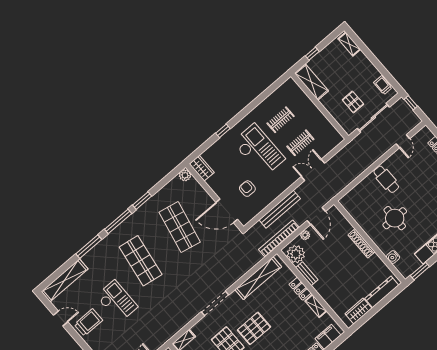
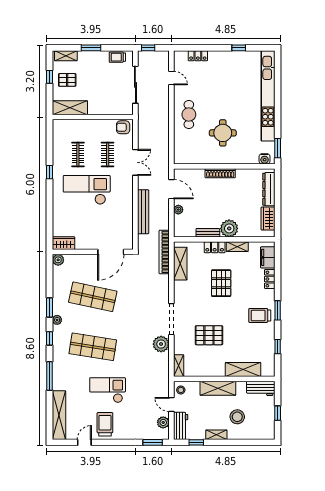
window: (312, 54) -> (49, 77), moved
window: (372, 58) -> (91, 48), added
pallet: (353, 102) -> (67, 80), moved
window: (223, 131) -> (49, 172), moved
double door: (313, 170) -> (135, 162), swing flipped
cafe table: (386, 179) -> (189, 114), turned 90
armchair: (247, 189) -> (123, 127), moved
plant: (138, 215) -> (57, 320), added
window: (118, 221) -> (49, 338), width x0.46
bookcase: (279, 238) -> (164, 252), moved
plant: (296, 254) -> (229, 228), moved
water cooler: (393, 257) -> (265, 159), moved
shelving: (258, 278) -> (180, 264), width x0.68
plant: (189, 312) -> (161, 344), added
pallet: (254, 328) -> (221, 283), moved

